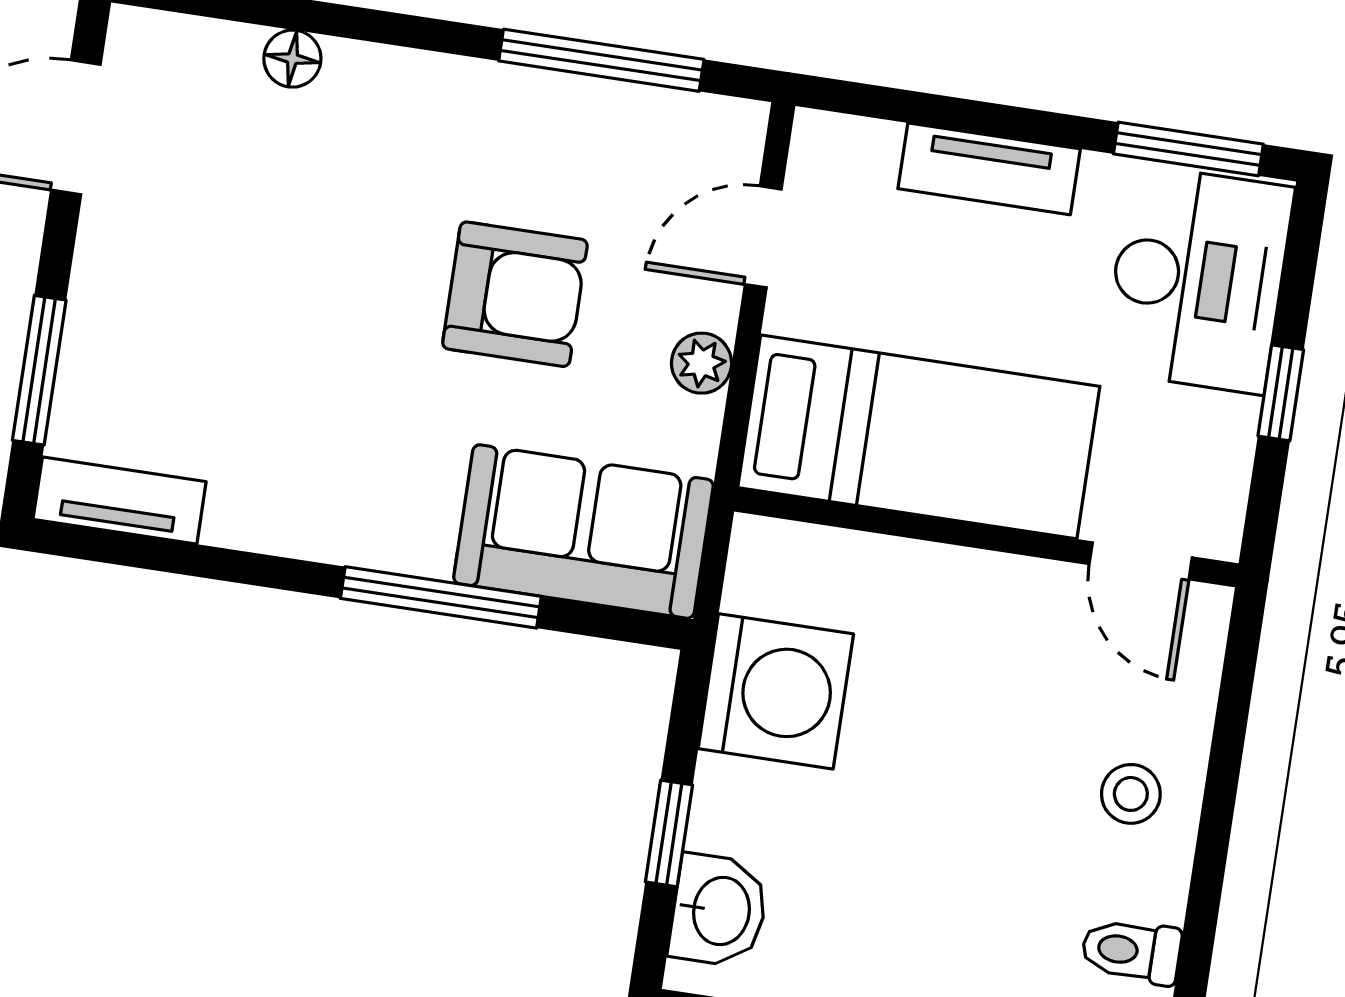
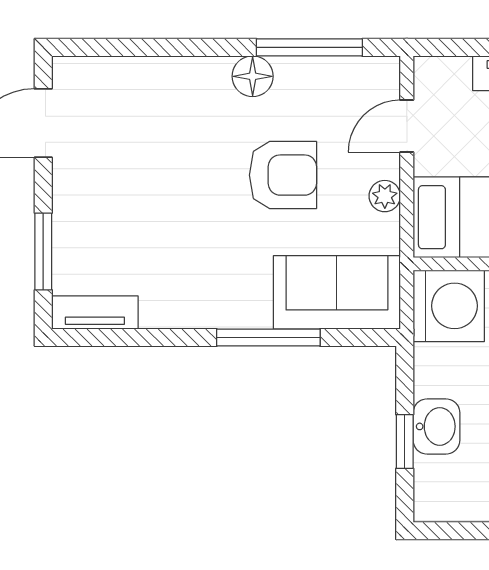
floor lamp: (292, 59) -> (253, 76), moved, width x1.37, depth x1.37
washing machine: (776, 691) -> (449, 306), moved
washbasin: (719, 911) -> (436, 426), moved

